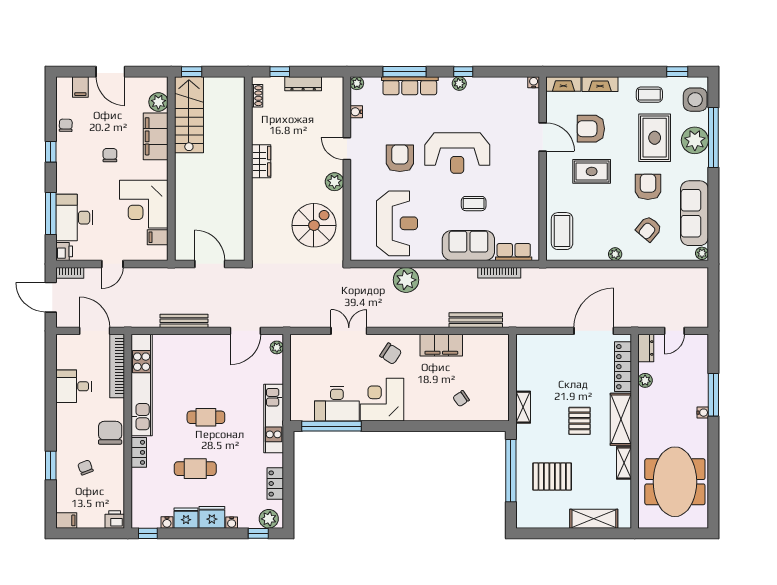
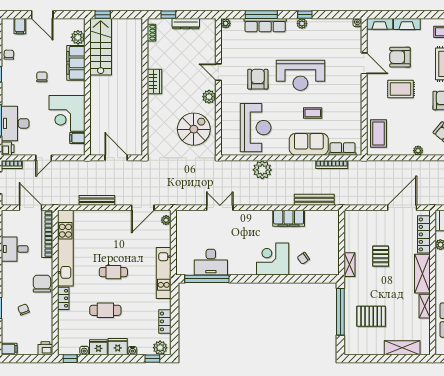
water cooler: (356, 112) -> (225, 45), removed
chair: (391, 354) -> (251, 225), removed
corner desk: (382, 400) -> (273, 259), moved
pallet: (580, 421) -> (381, 256), moved

